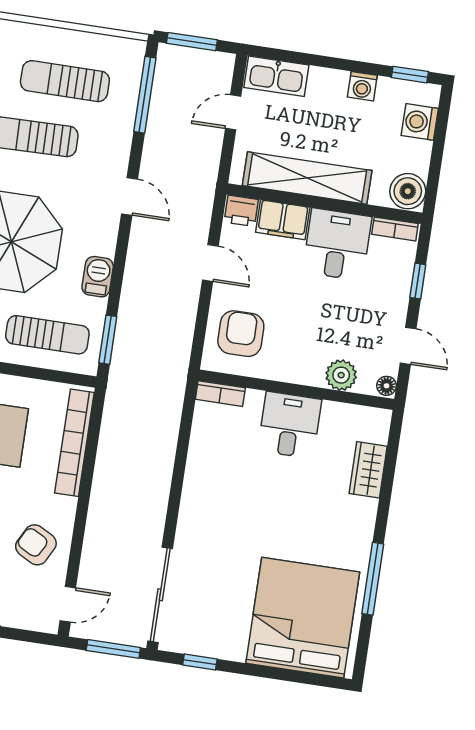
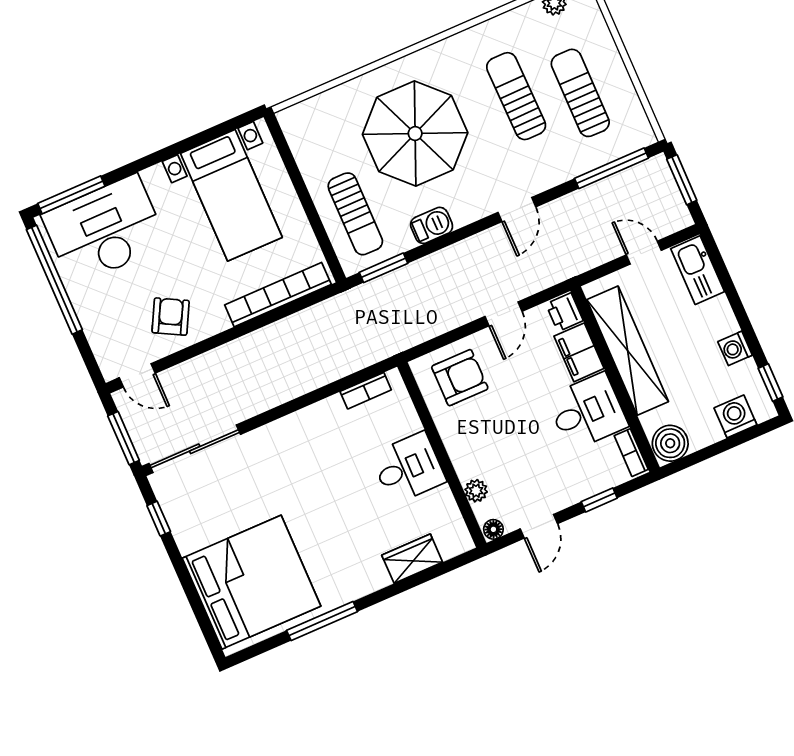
plant: (341, 375) -> (476, 491), width x0.73, depth x0.73
bookcase: (220, 394) -> (366, 391), moved, turned -90

